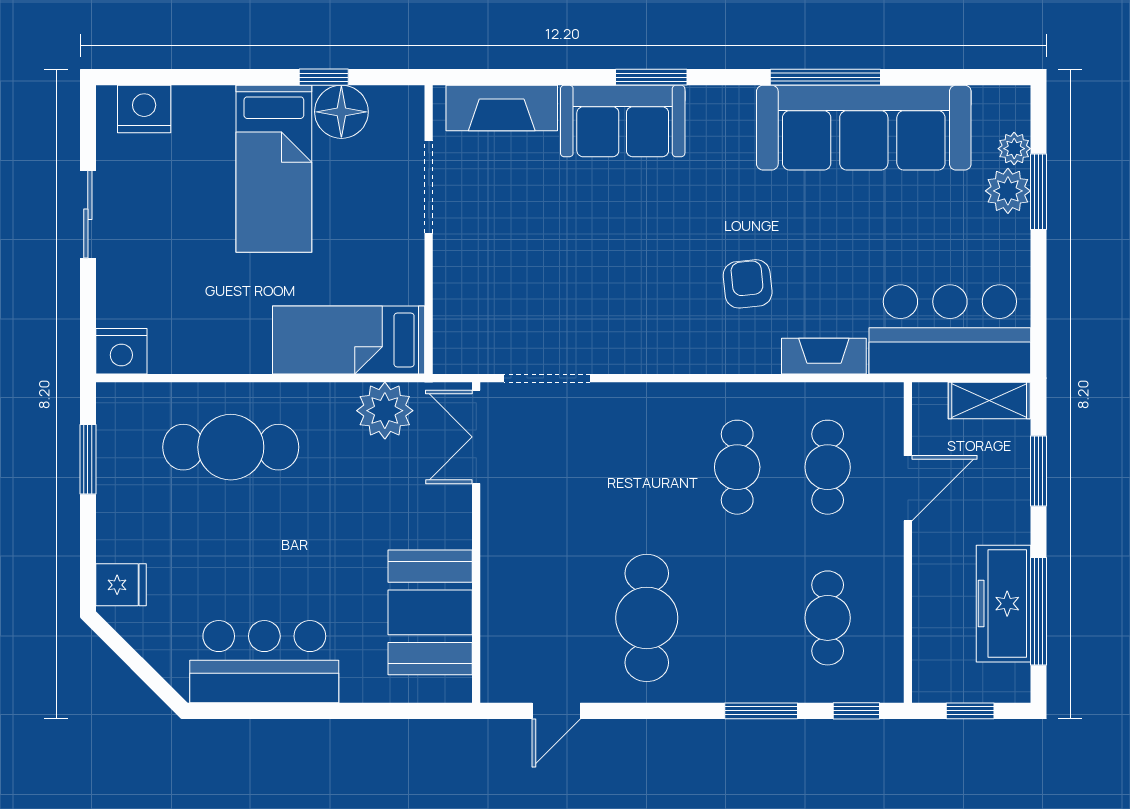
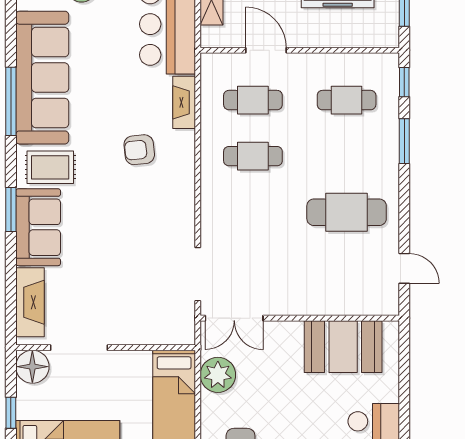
floor lamp: (341, 112) -> (32, 367), moved
rug: (719, 140) -> (50, 167), added

